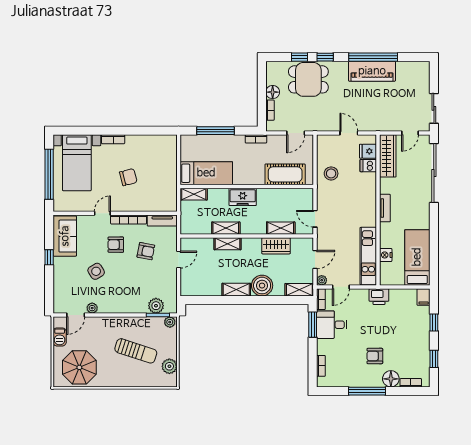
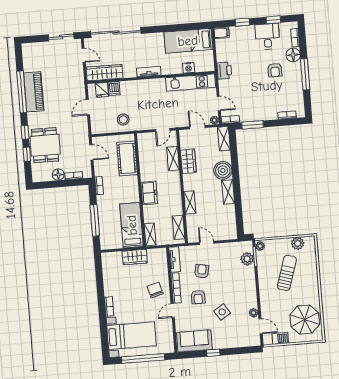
wardrobe: (169, 174) -> (135, 257), added
chair: (128, 177) -> (155, 290), moved
door: (102, 213) -> (173, 311), hinge flipped
shelving: (226, 228) -> (179, 227), moved
desk: (332, 325) -> (267, 36), moved, turned 180

